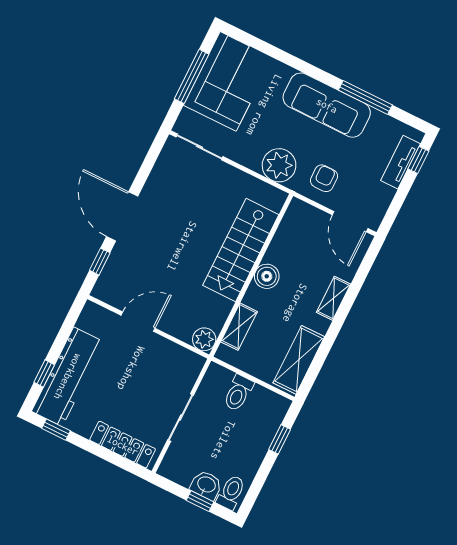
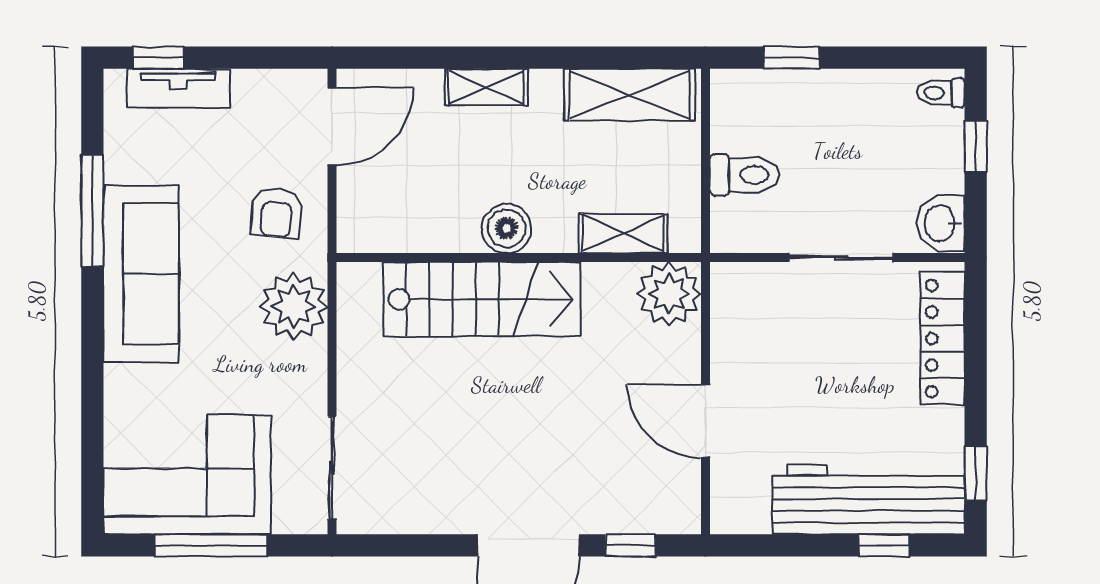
armchair: (324, 178) -> (277, 213), turned -85
plant: (204, 339) -> (669, 294), width x1.36, depth x1.36
washbasin: (206, 485) -> (941, 223), moved
toilet: (231, 492) -> (941, 93), width x0.73, depth x0.72

